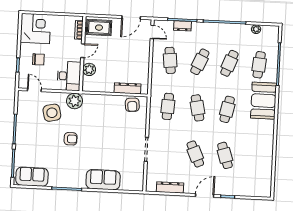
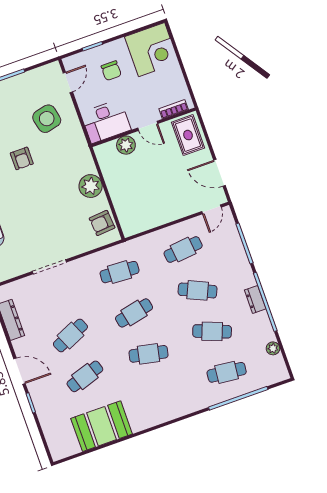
dresser: (183, 26) -> (255, 299), moved
dresser: (128, 88) -> (122, 207), removed
plant: (74, 101) -> (91, 186), moved
booth: (264, 101) -> (102, 426), moved

